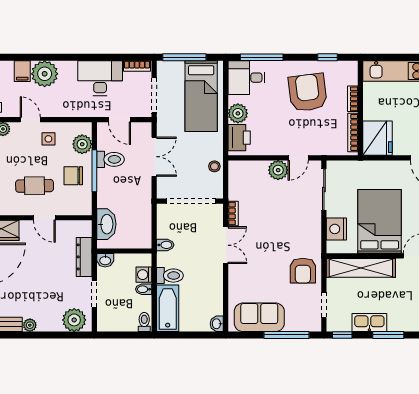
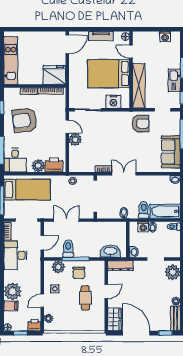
dresser: (84, 257) -> (121, 266), moved

